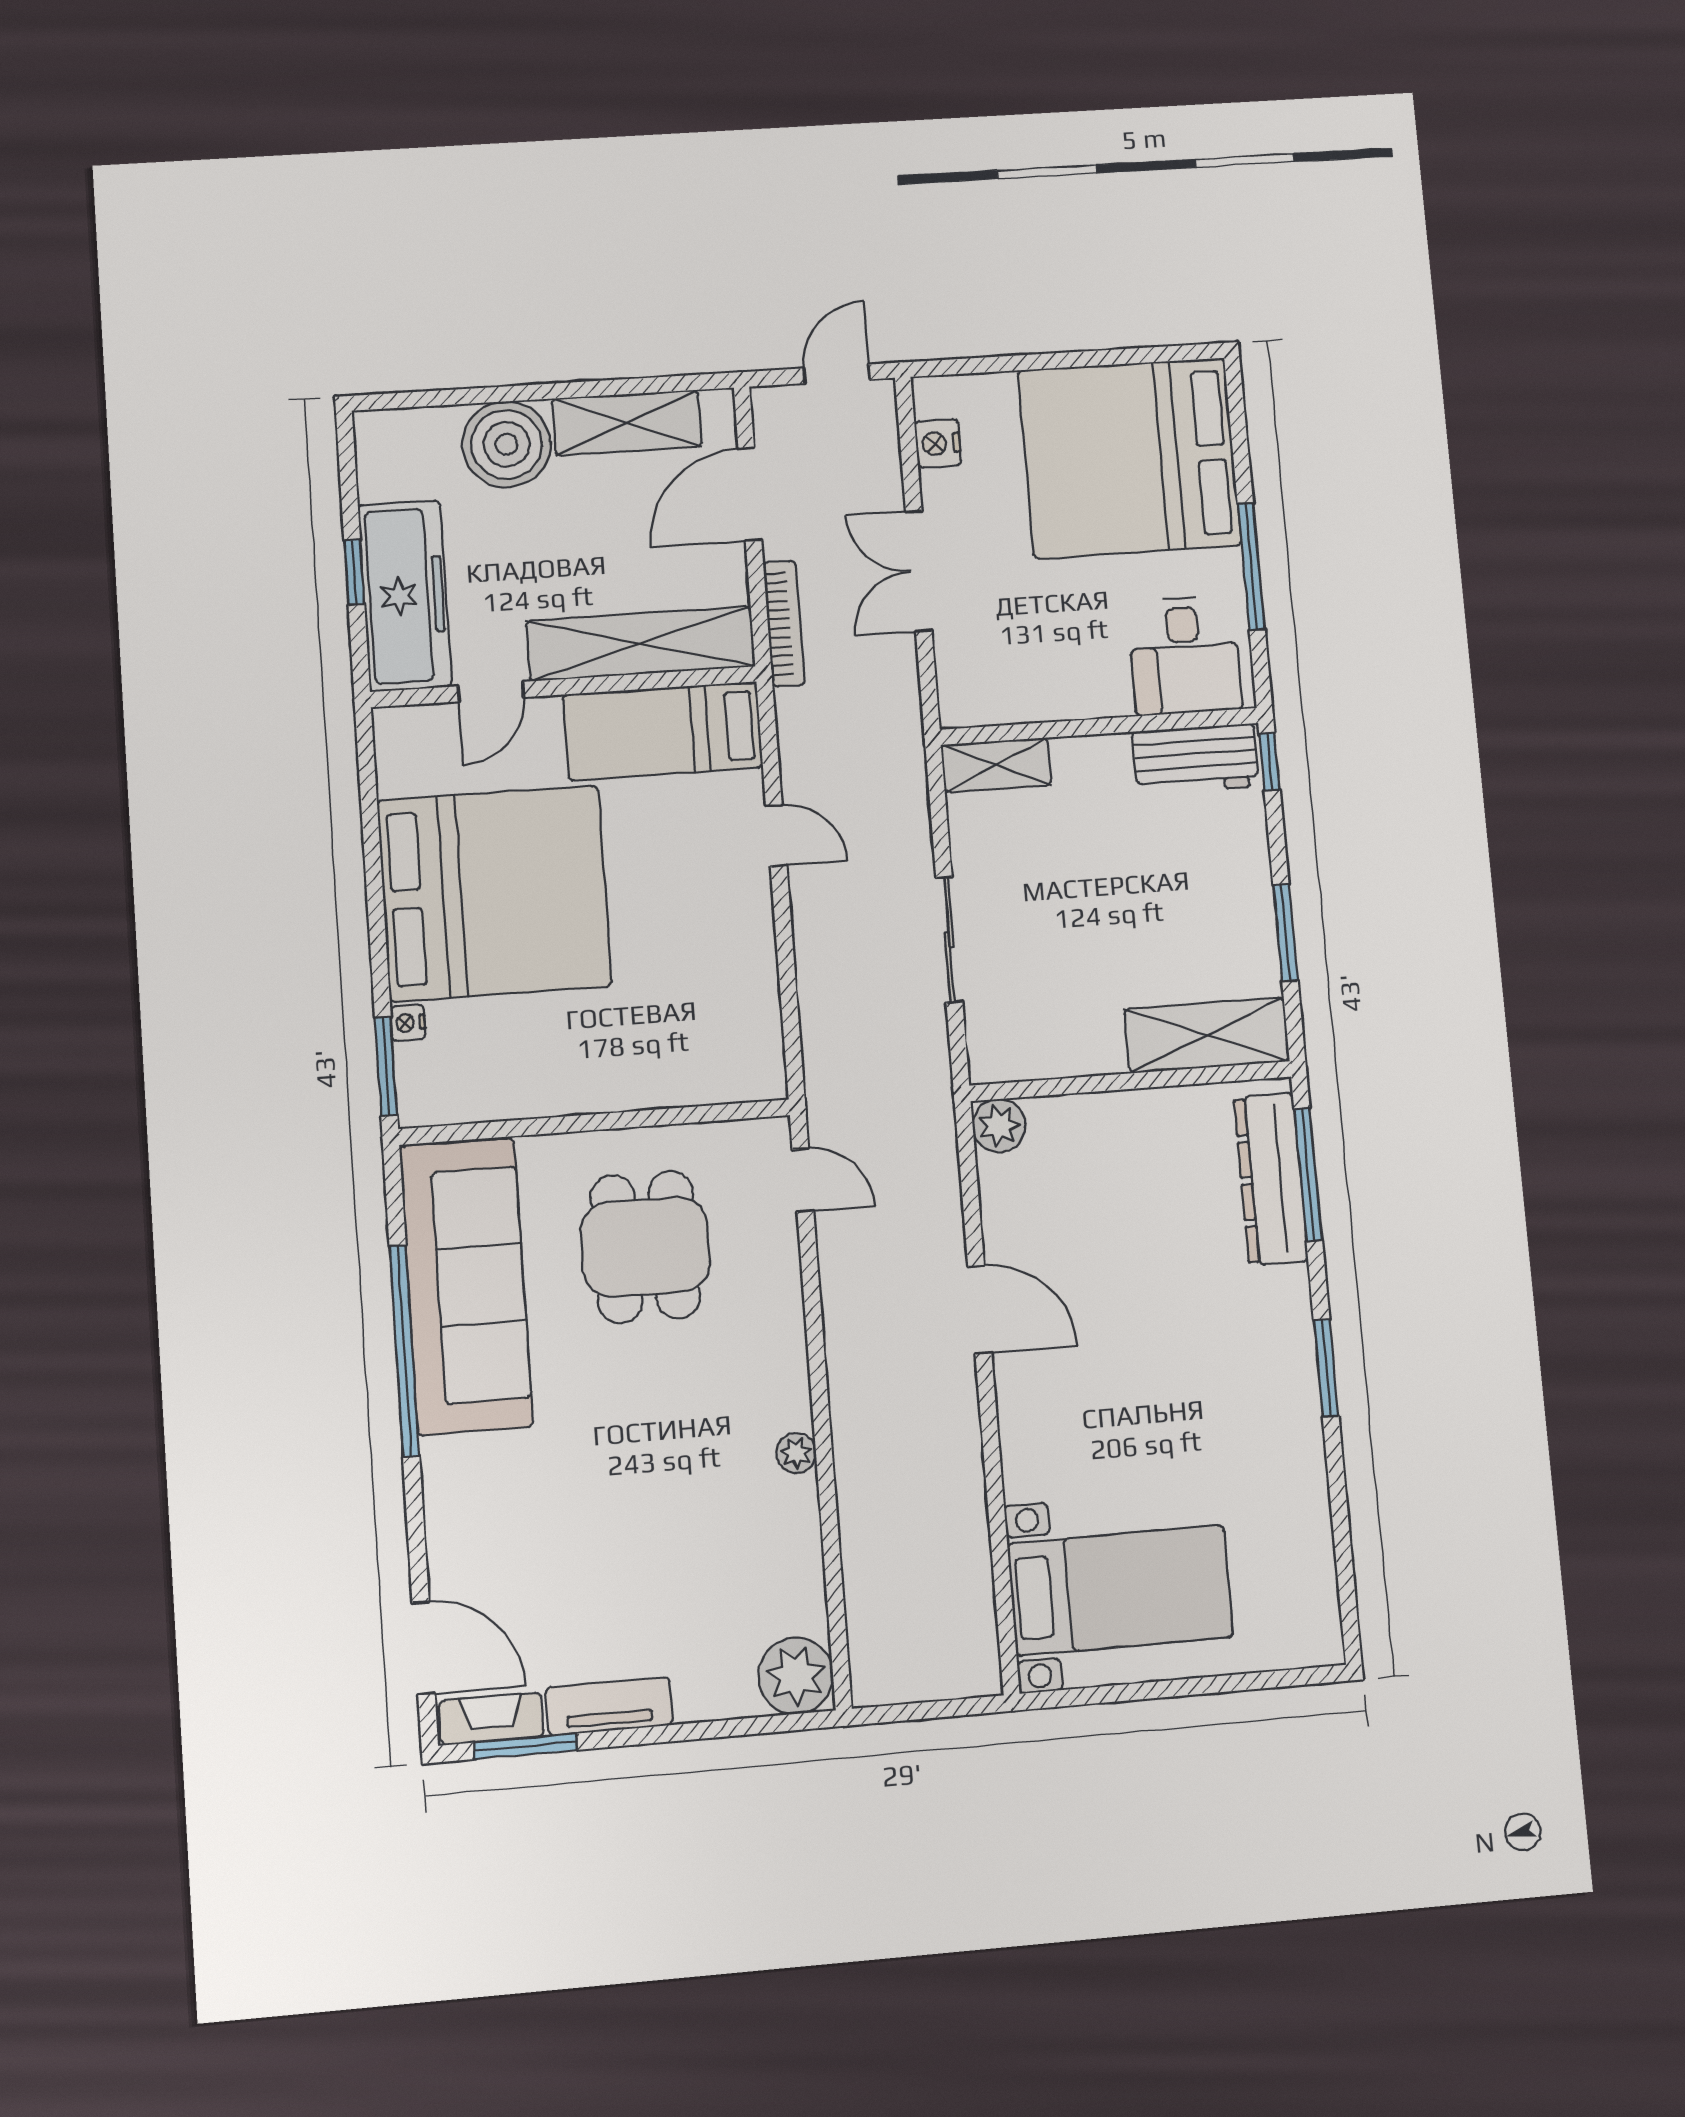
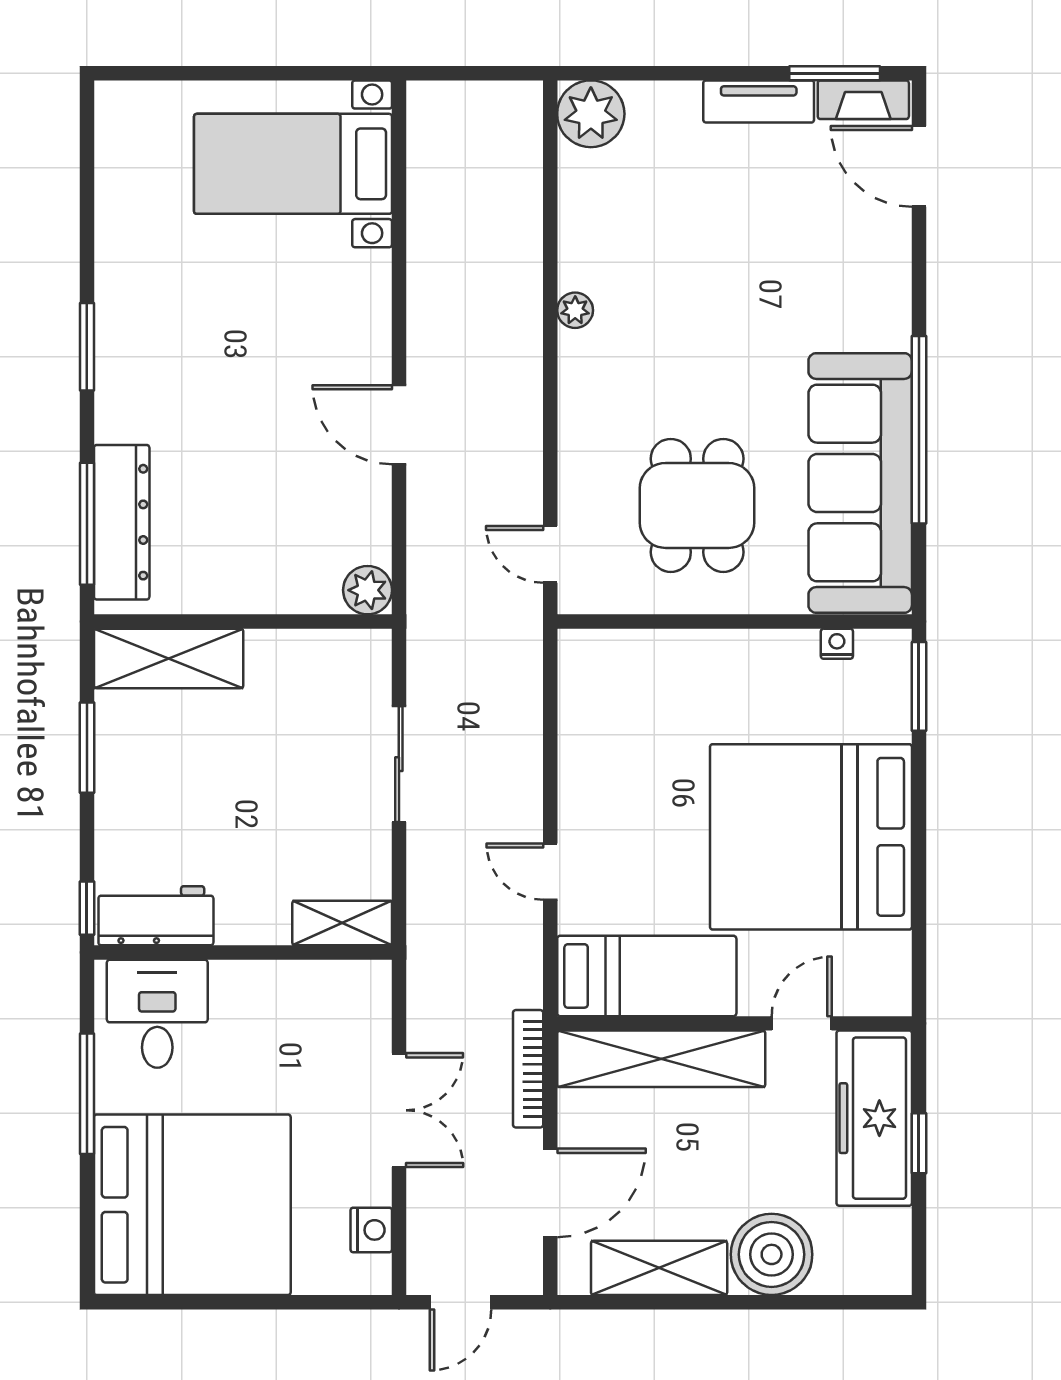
nightstand: (408, 1023) -> (837, 644), moved, turned -90

